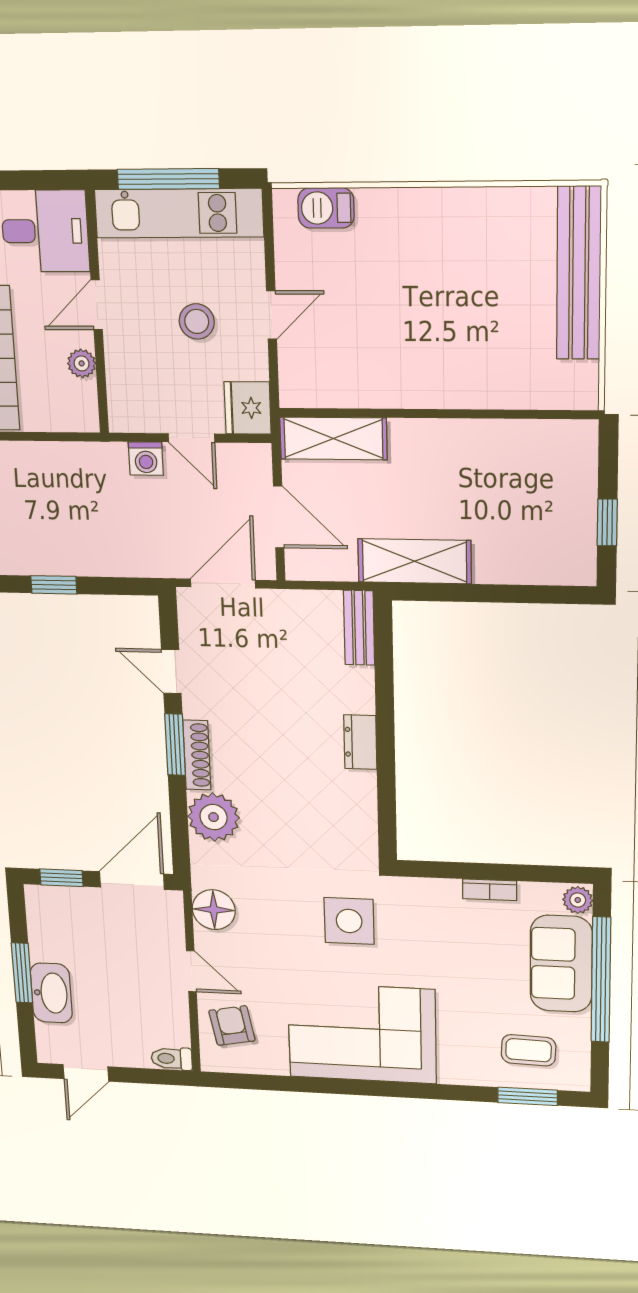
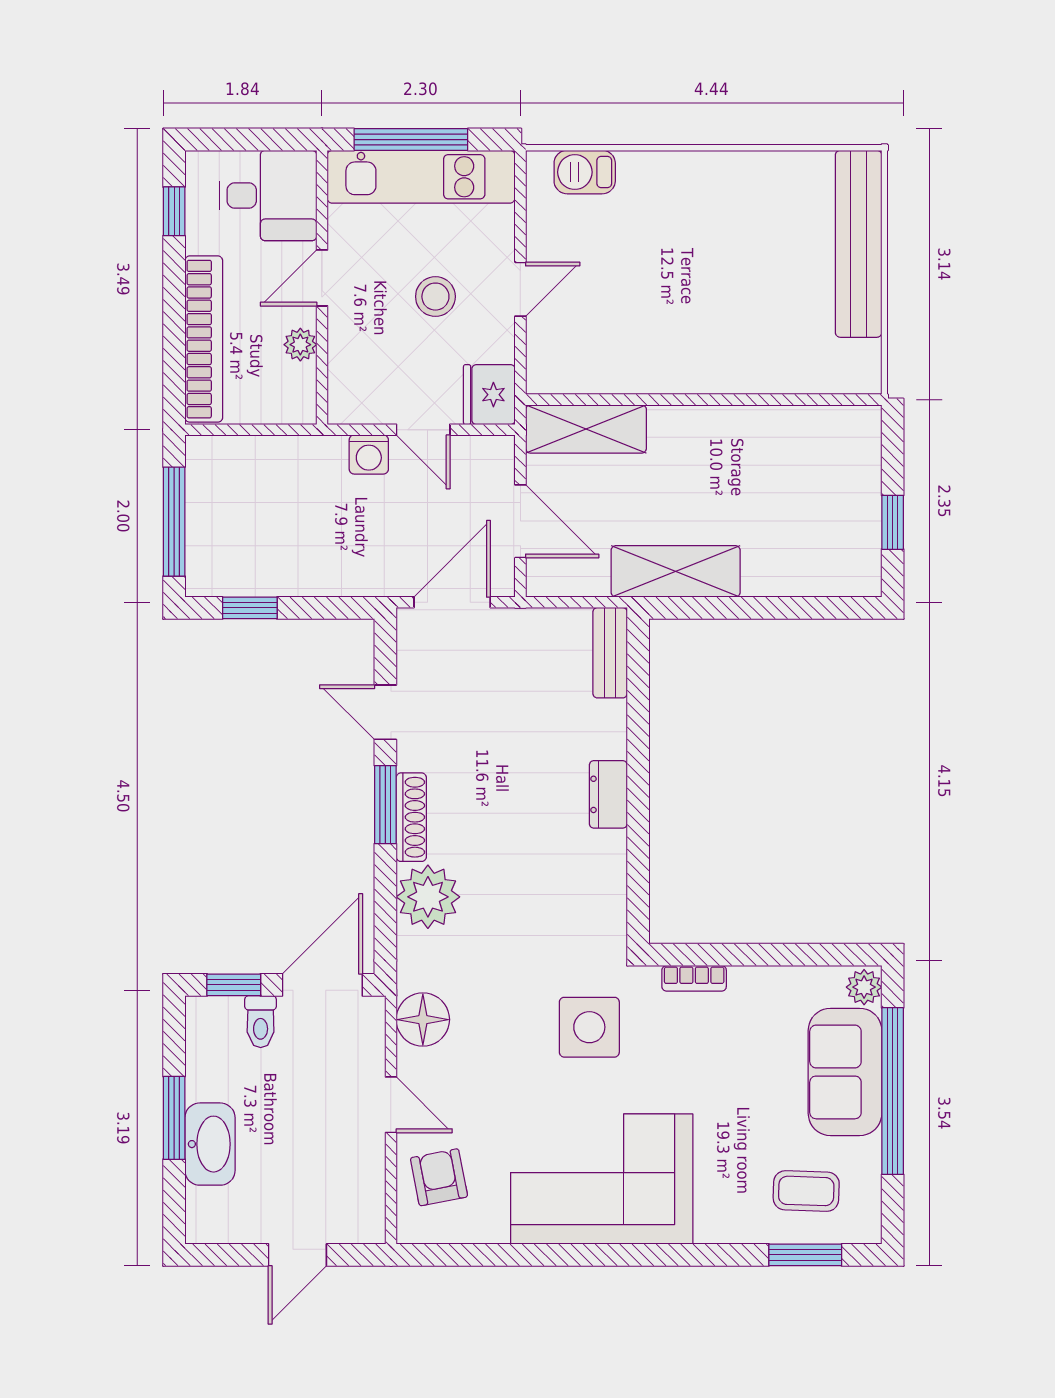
bookcase: (490, 890) -> (694, 978), moved
toilet: (172, 1059) -> (261, 1022), moved, turned -90
door: (86, 1073) -> (297, 1255), moved

